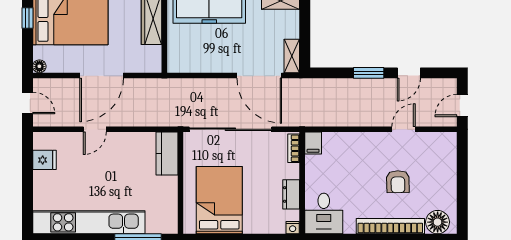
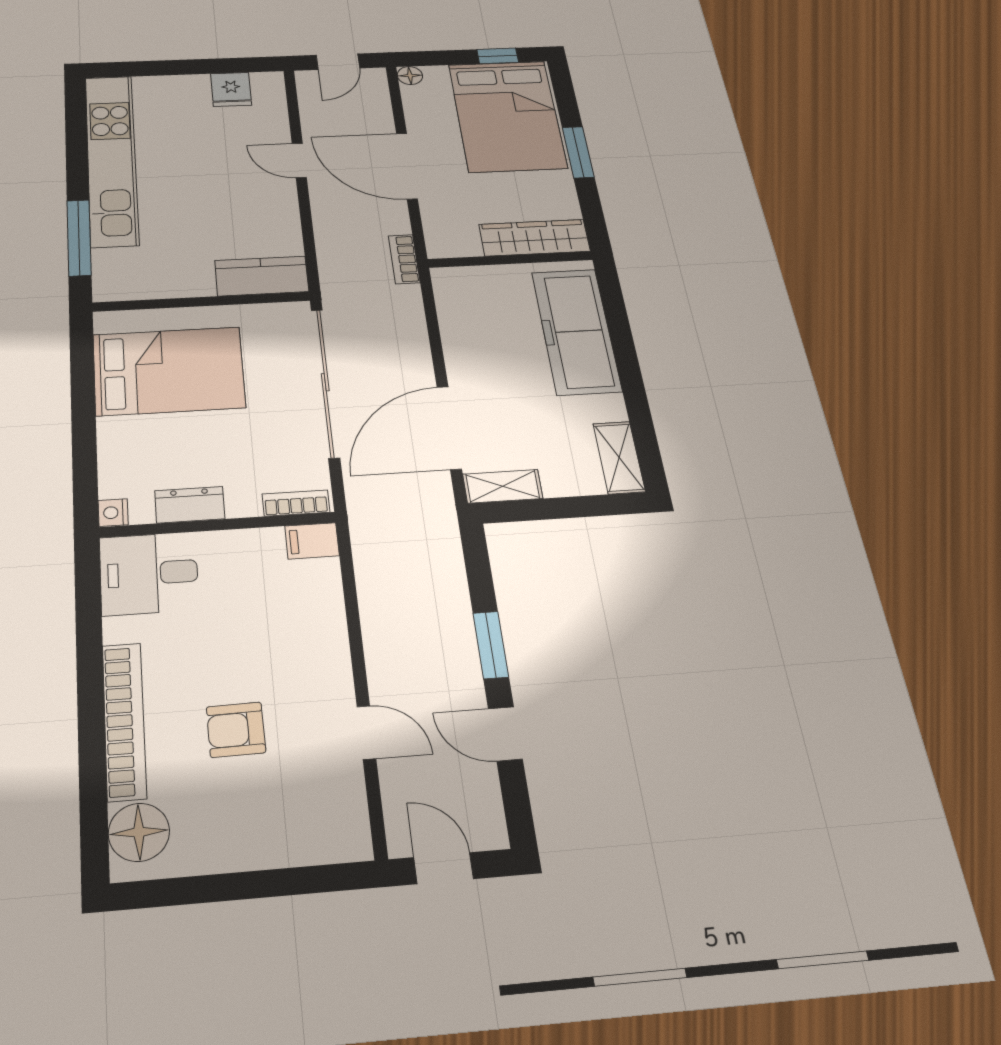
bookcase: (161, 84) -> (404, 259), added

